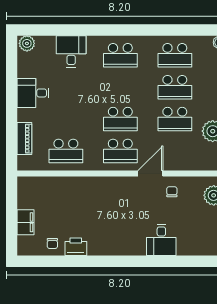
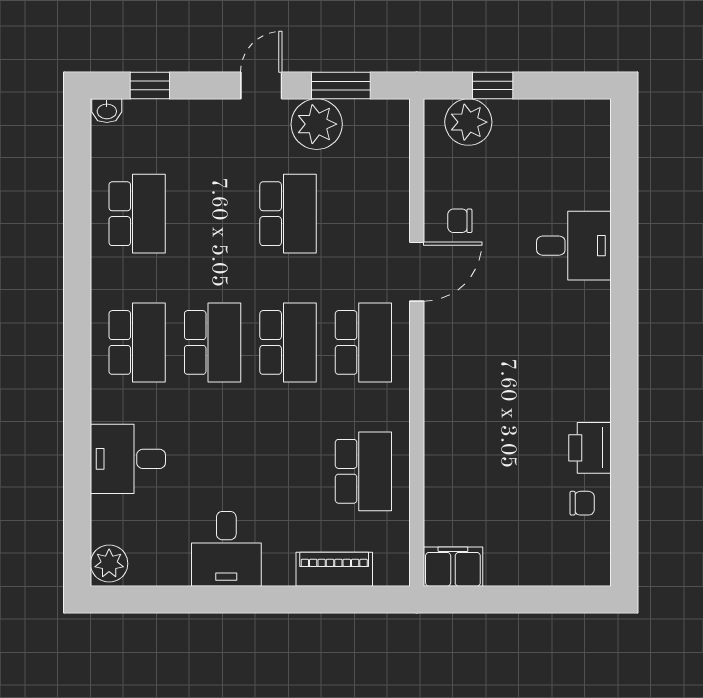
school desk: (175, 87) -> (213, 342), moved
door: (150, 173) -> (417, 272), swing flipped
filing cabinet: (26, 222) -> (453, 567), moved

